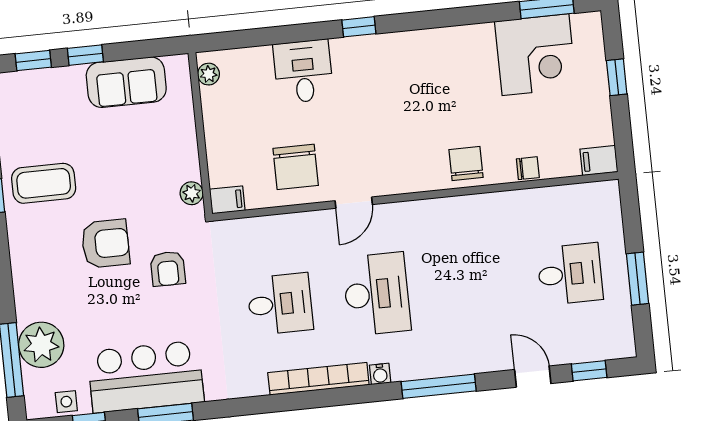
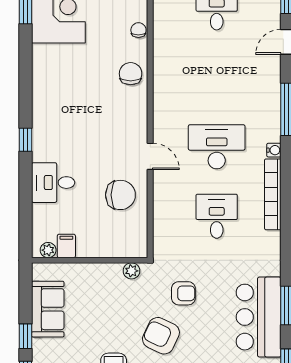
chair: (466, 164) -> (131, 74), turned 90
filing cabinet: (227, 200) -> (66, 246), moved
armchair: (105, 244) -> (161, 336), turned -65

